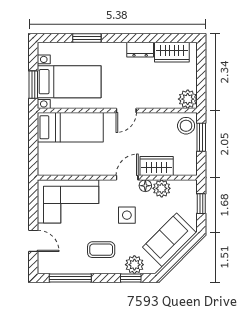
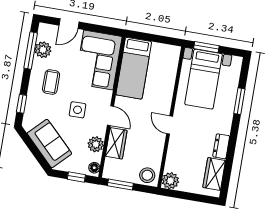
bed: (70, 127) -> (134, 68), moved
window: (201, 137) -> (120, 185), moved
floor lamp: (145, 186) -> (94, 168), moved
plant: (134, 265) -> (43, 50), moved

